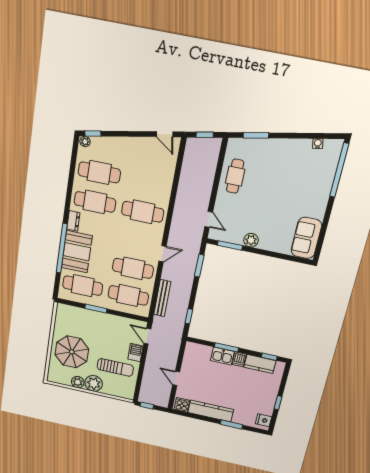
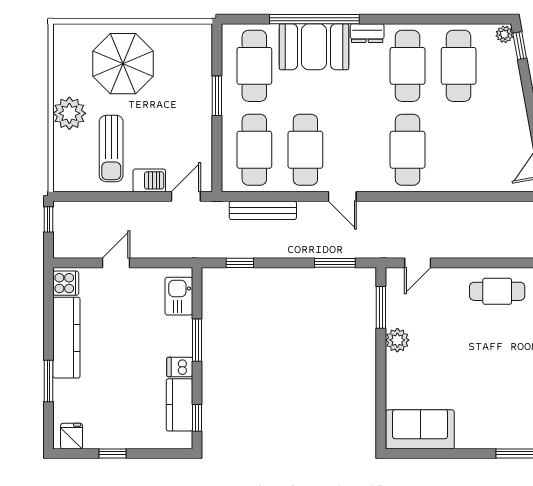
kitchen sink: (222, 356) -> (179, 296), moved
plant: (78, 382) -> (65, 83), removed

